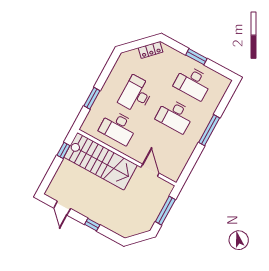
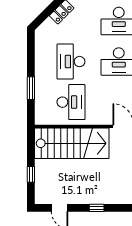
desk: (118, 127) -> (71, 102), turned -90
window: (63, 150) -> (31, 174), moved

